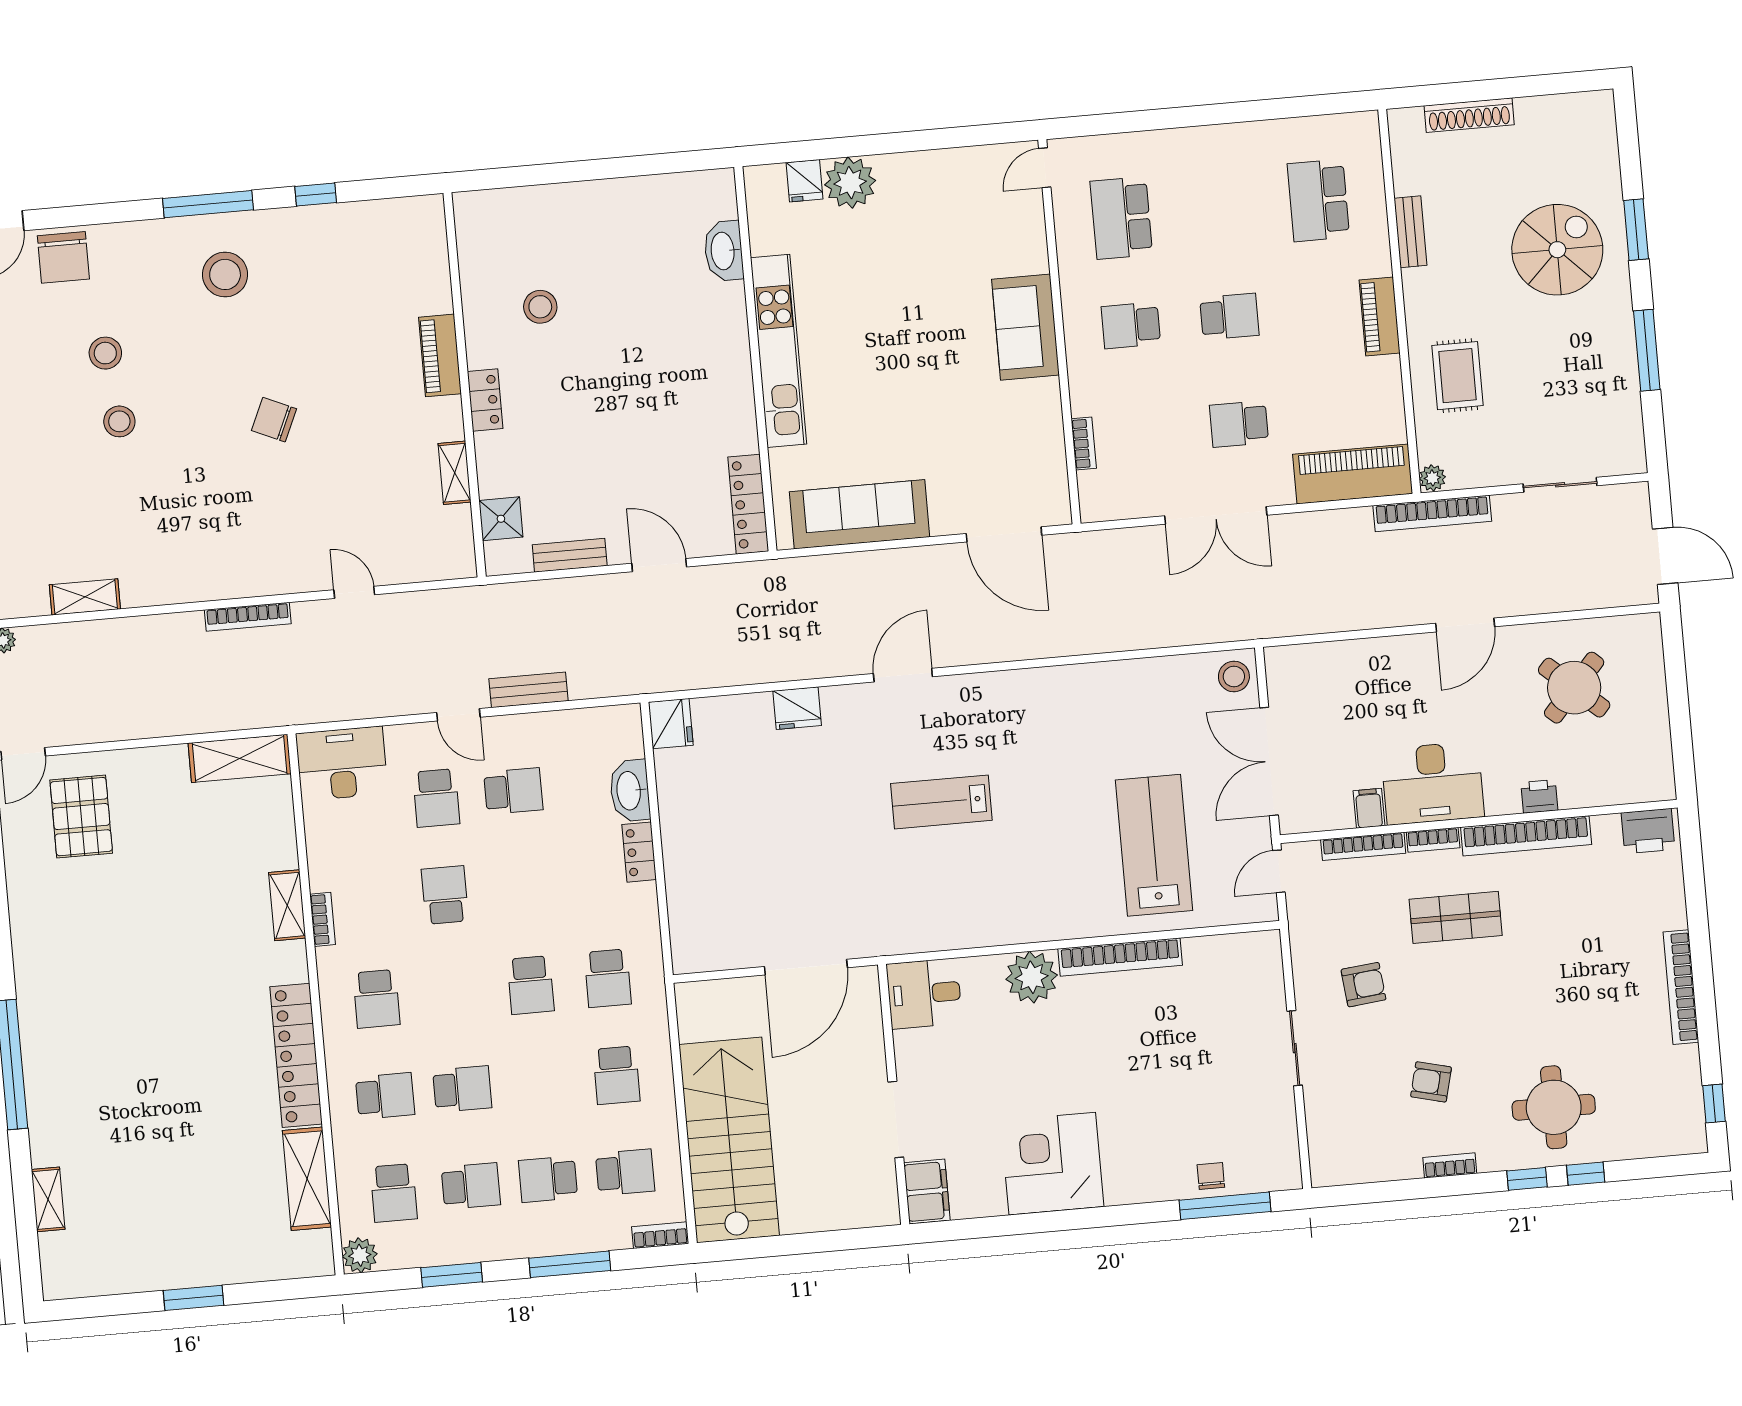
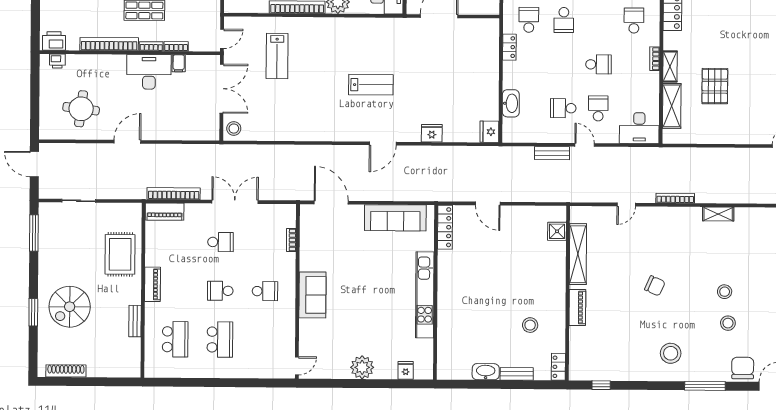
shoe rack: (1469, 115) -> (66, 371), moved
plant: (850, 183) -> (362, 367), moved
window: (316, 195) -> (601, 385), moved
window: (208, 204) -> (705, 386), moved
school desk: (1121, 218) -> (220, 340), moved
washbasin: (724, 251) -> (486, 372), moved, turned -90
window: (1647, 350) -> (34, 233), moved
rug: (1457, 376) -> (120, 254), width x1.36, depth x1.43
locker: (485, 400) -> (558, 367), moved
shelving: (455, 473) -> (578, 254), width x2.20, depth x1.33
piano: (1353, 474) -> (165, 212), width x0.73, depth x0.75
plant: (1432, 478) -> (136, 209), removed
bookcase: (1432, 513) -> (174, 194), moved
bench: (570, 555) -> (517, 374), moved
door: (354, 592) -> (626, 205), hinge flipped
shelving: (85, 597) -> (718, 214), moved
round table: (1574, 688) -> (81, 109), turned -35
shelving: (240, 758) -> (672, 106), moved, turned 90
printer: (1539, 796) -> (57, 61), moved
pallet: (81, 817) -> (715, 86), moved
lab bench: (1154, 845) -> (277, 56), width x0.73, depth x0.72
bookcase: (1363, 846) -> (176, 46), width x0.64
locker: (639, 852) -> (509, 47), moved
school desk: (445, 895) -> (599, 64), turned -90
school desk: (531, 985) -> (564, 20), turned 180

